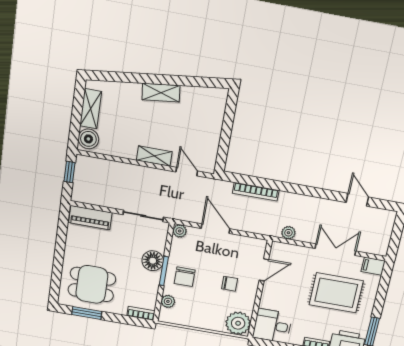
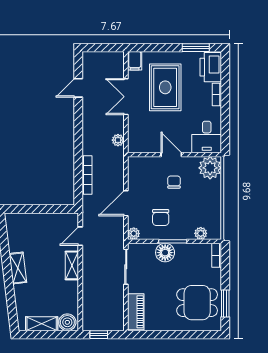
door: (264, 270) -> (171, 155), moved
chair: (185, 277) -> (161, 218), moved, turned 90
dining table: (92, 284) -> (197, 303), turned 90

